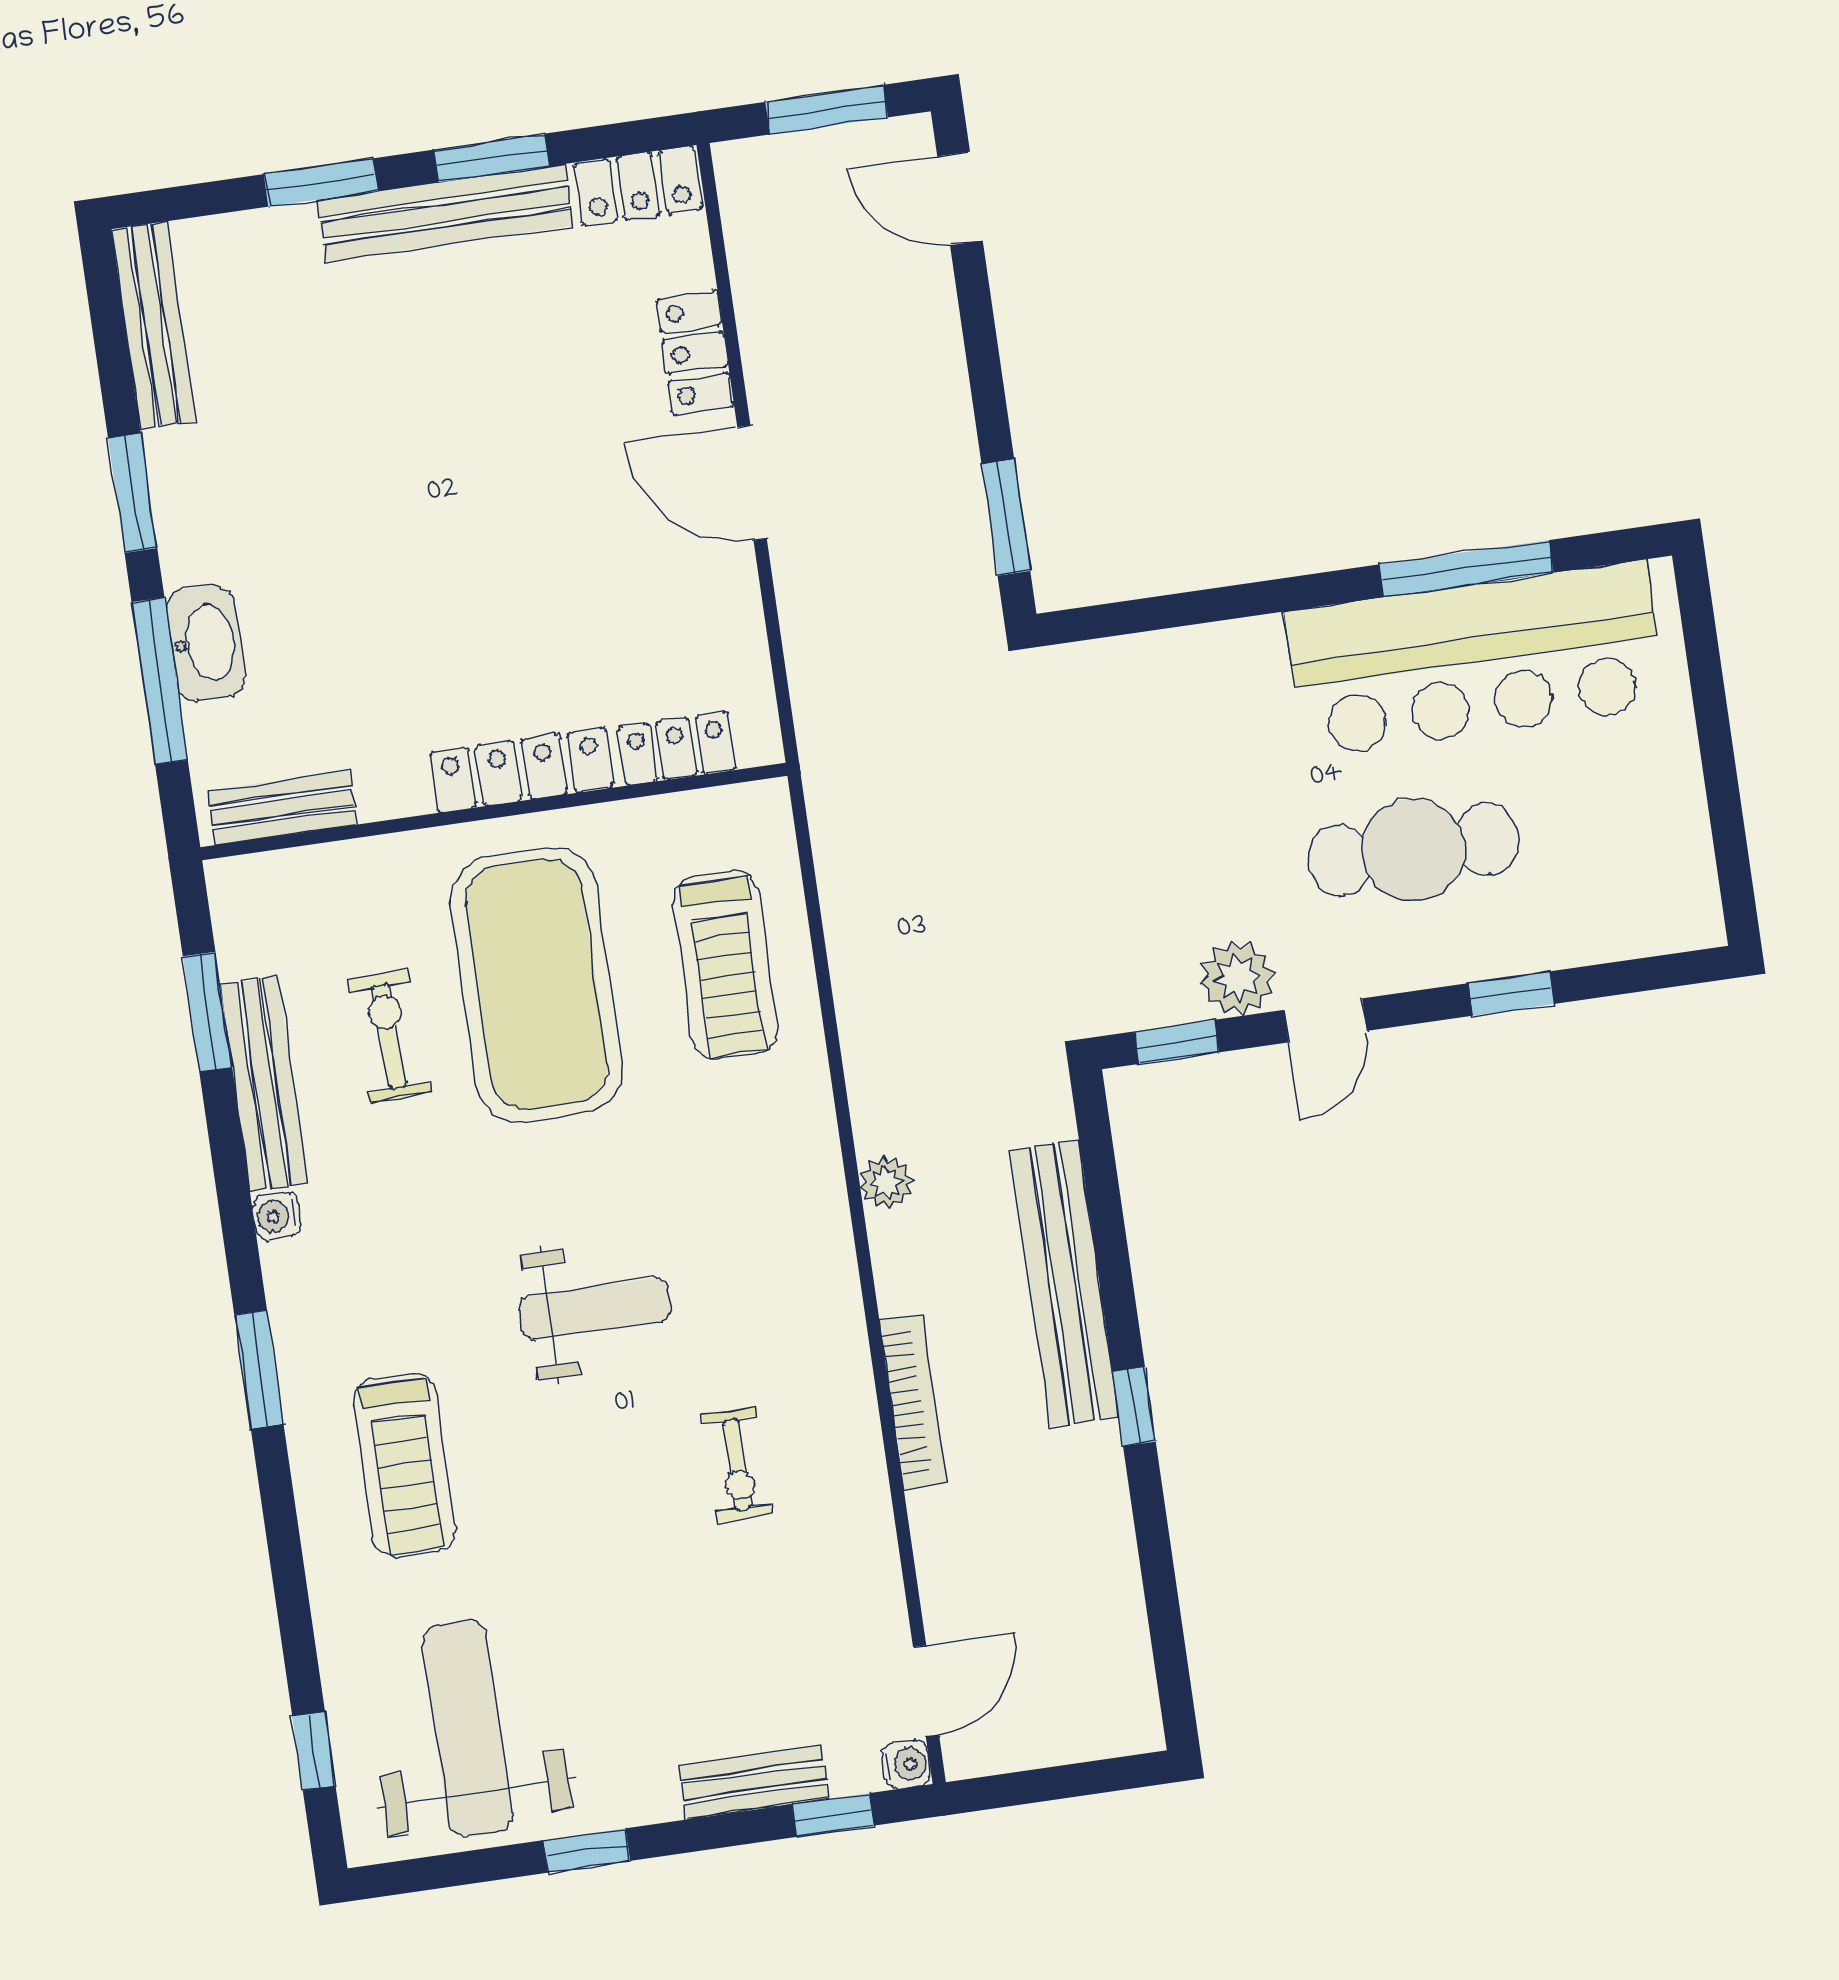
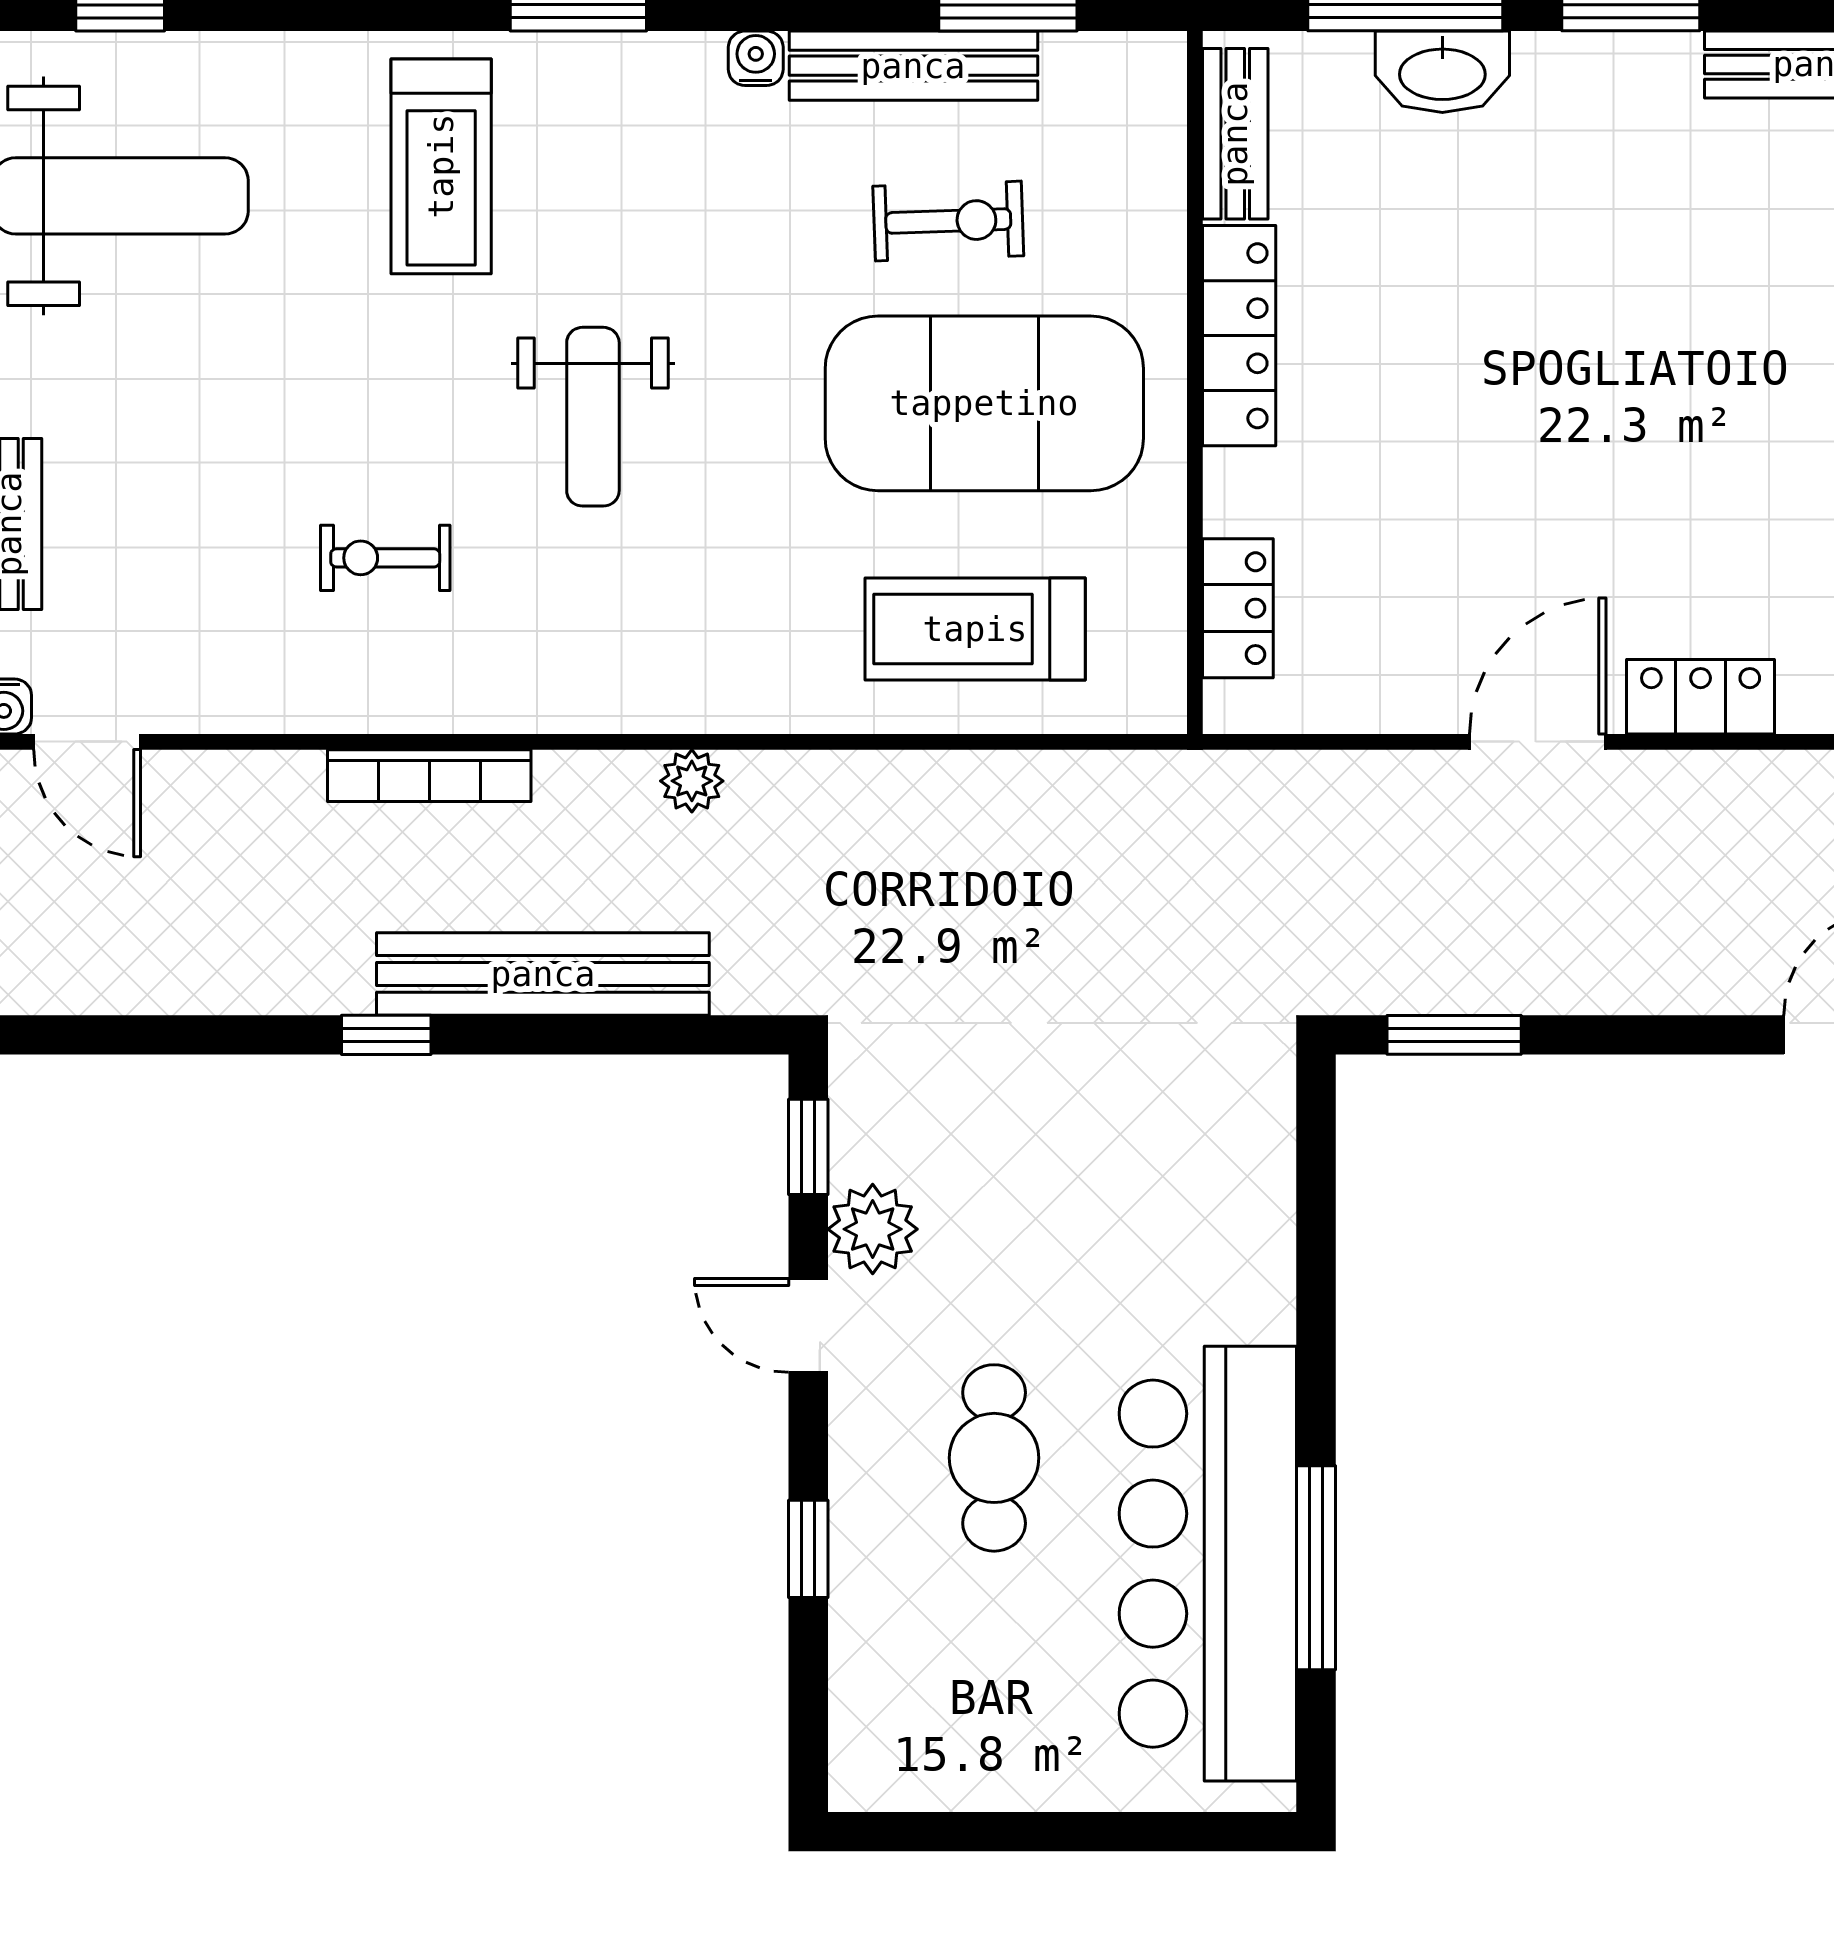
locker: (521, 770) -> (1239, 336), moved
cafe table: (1413, 850) -> (994, 1458), width x0.73, depth x0.74
treadmill: (404, 1465) -> (441, 166), turned -90

